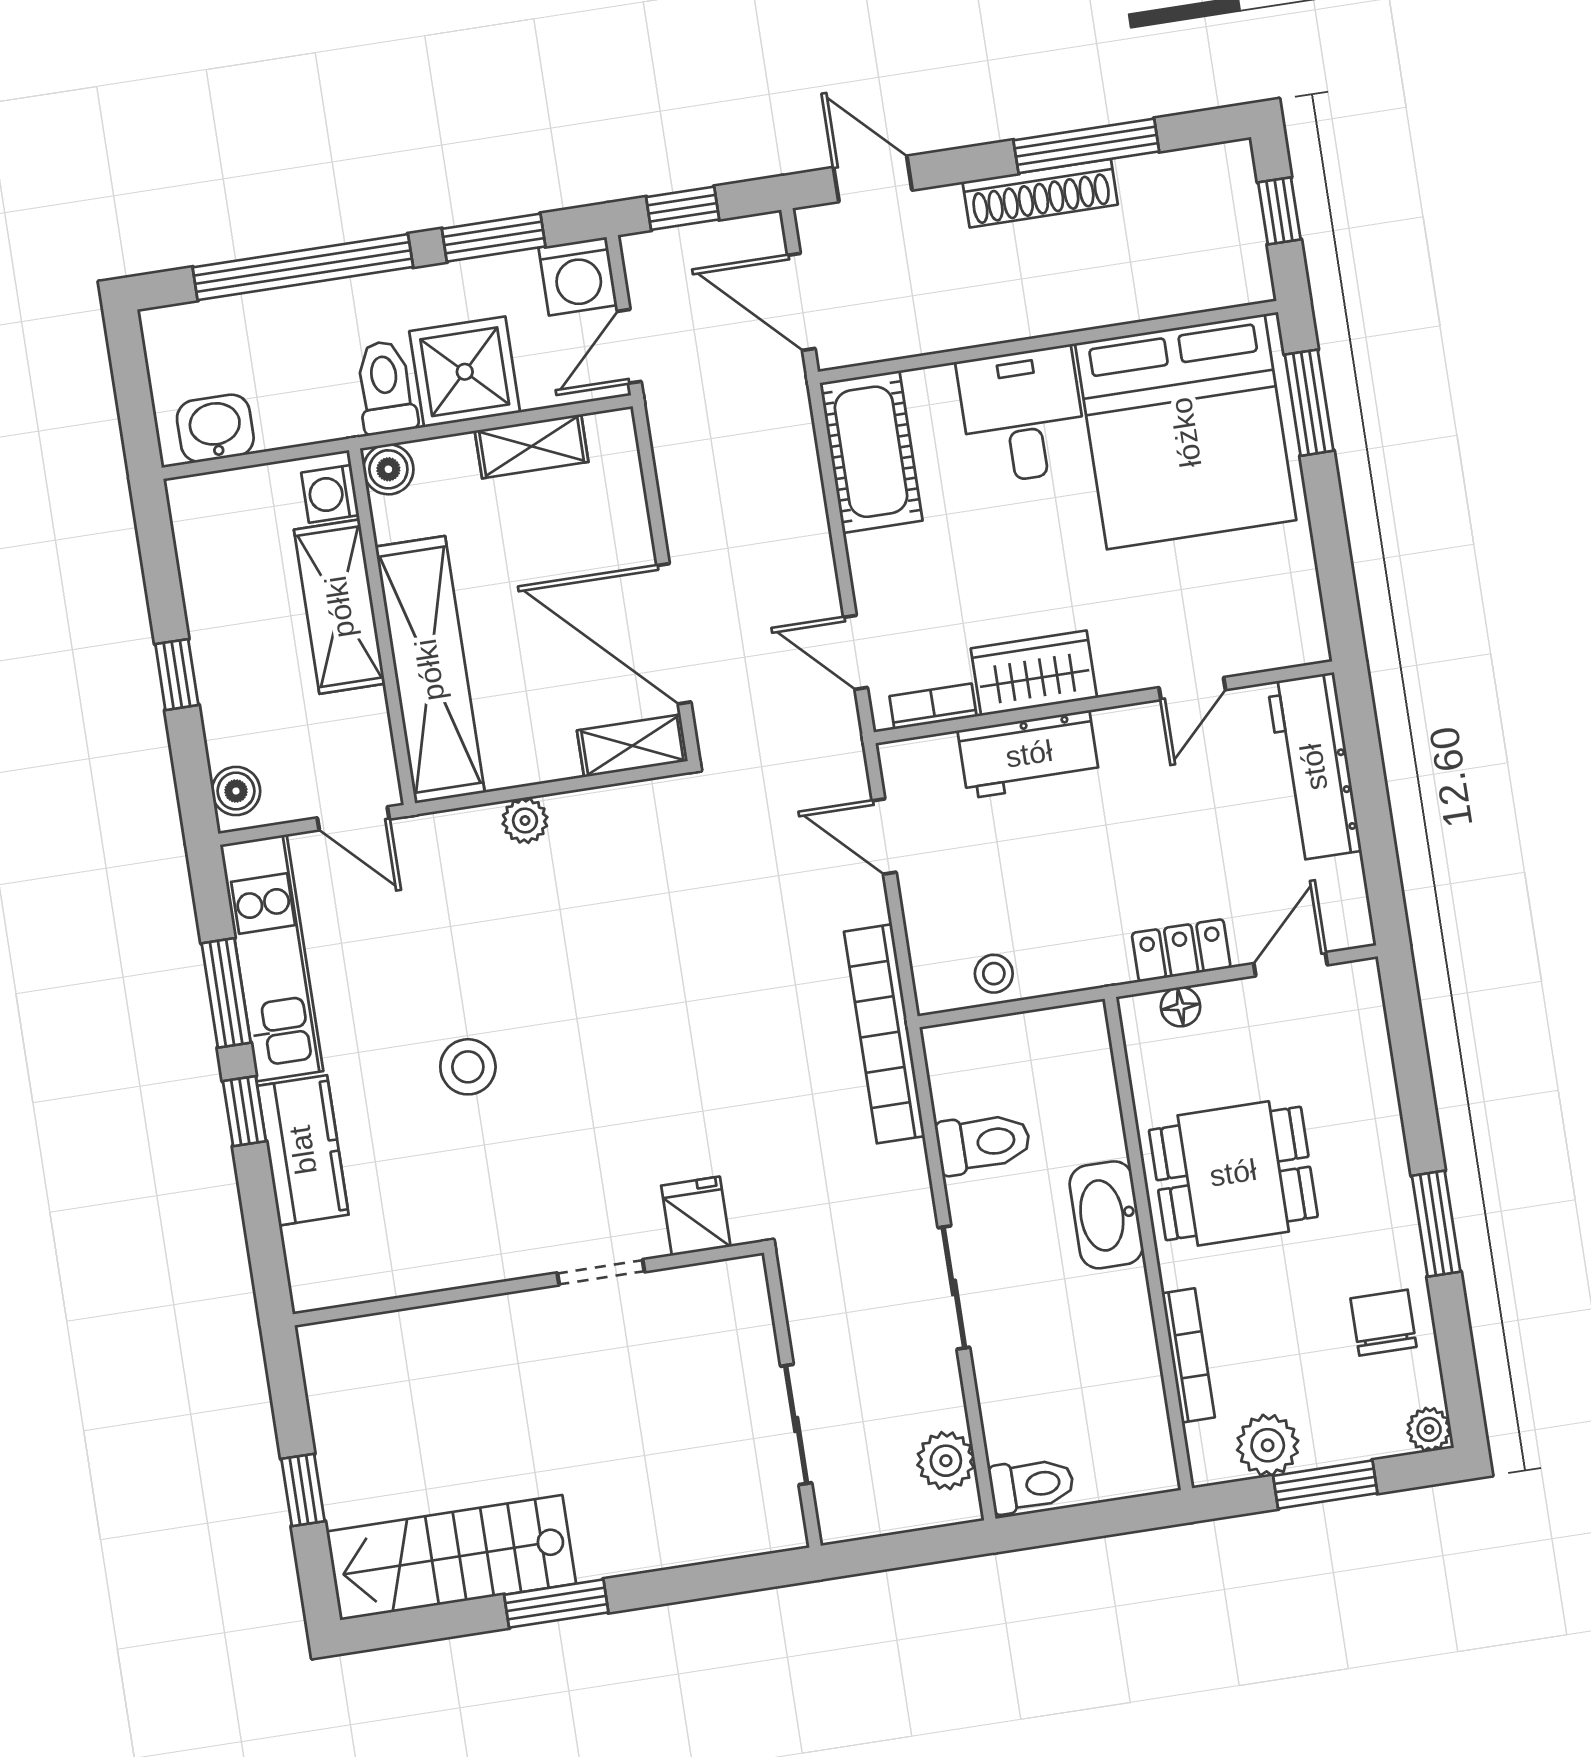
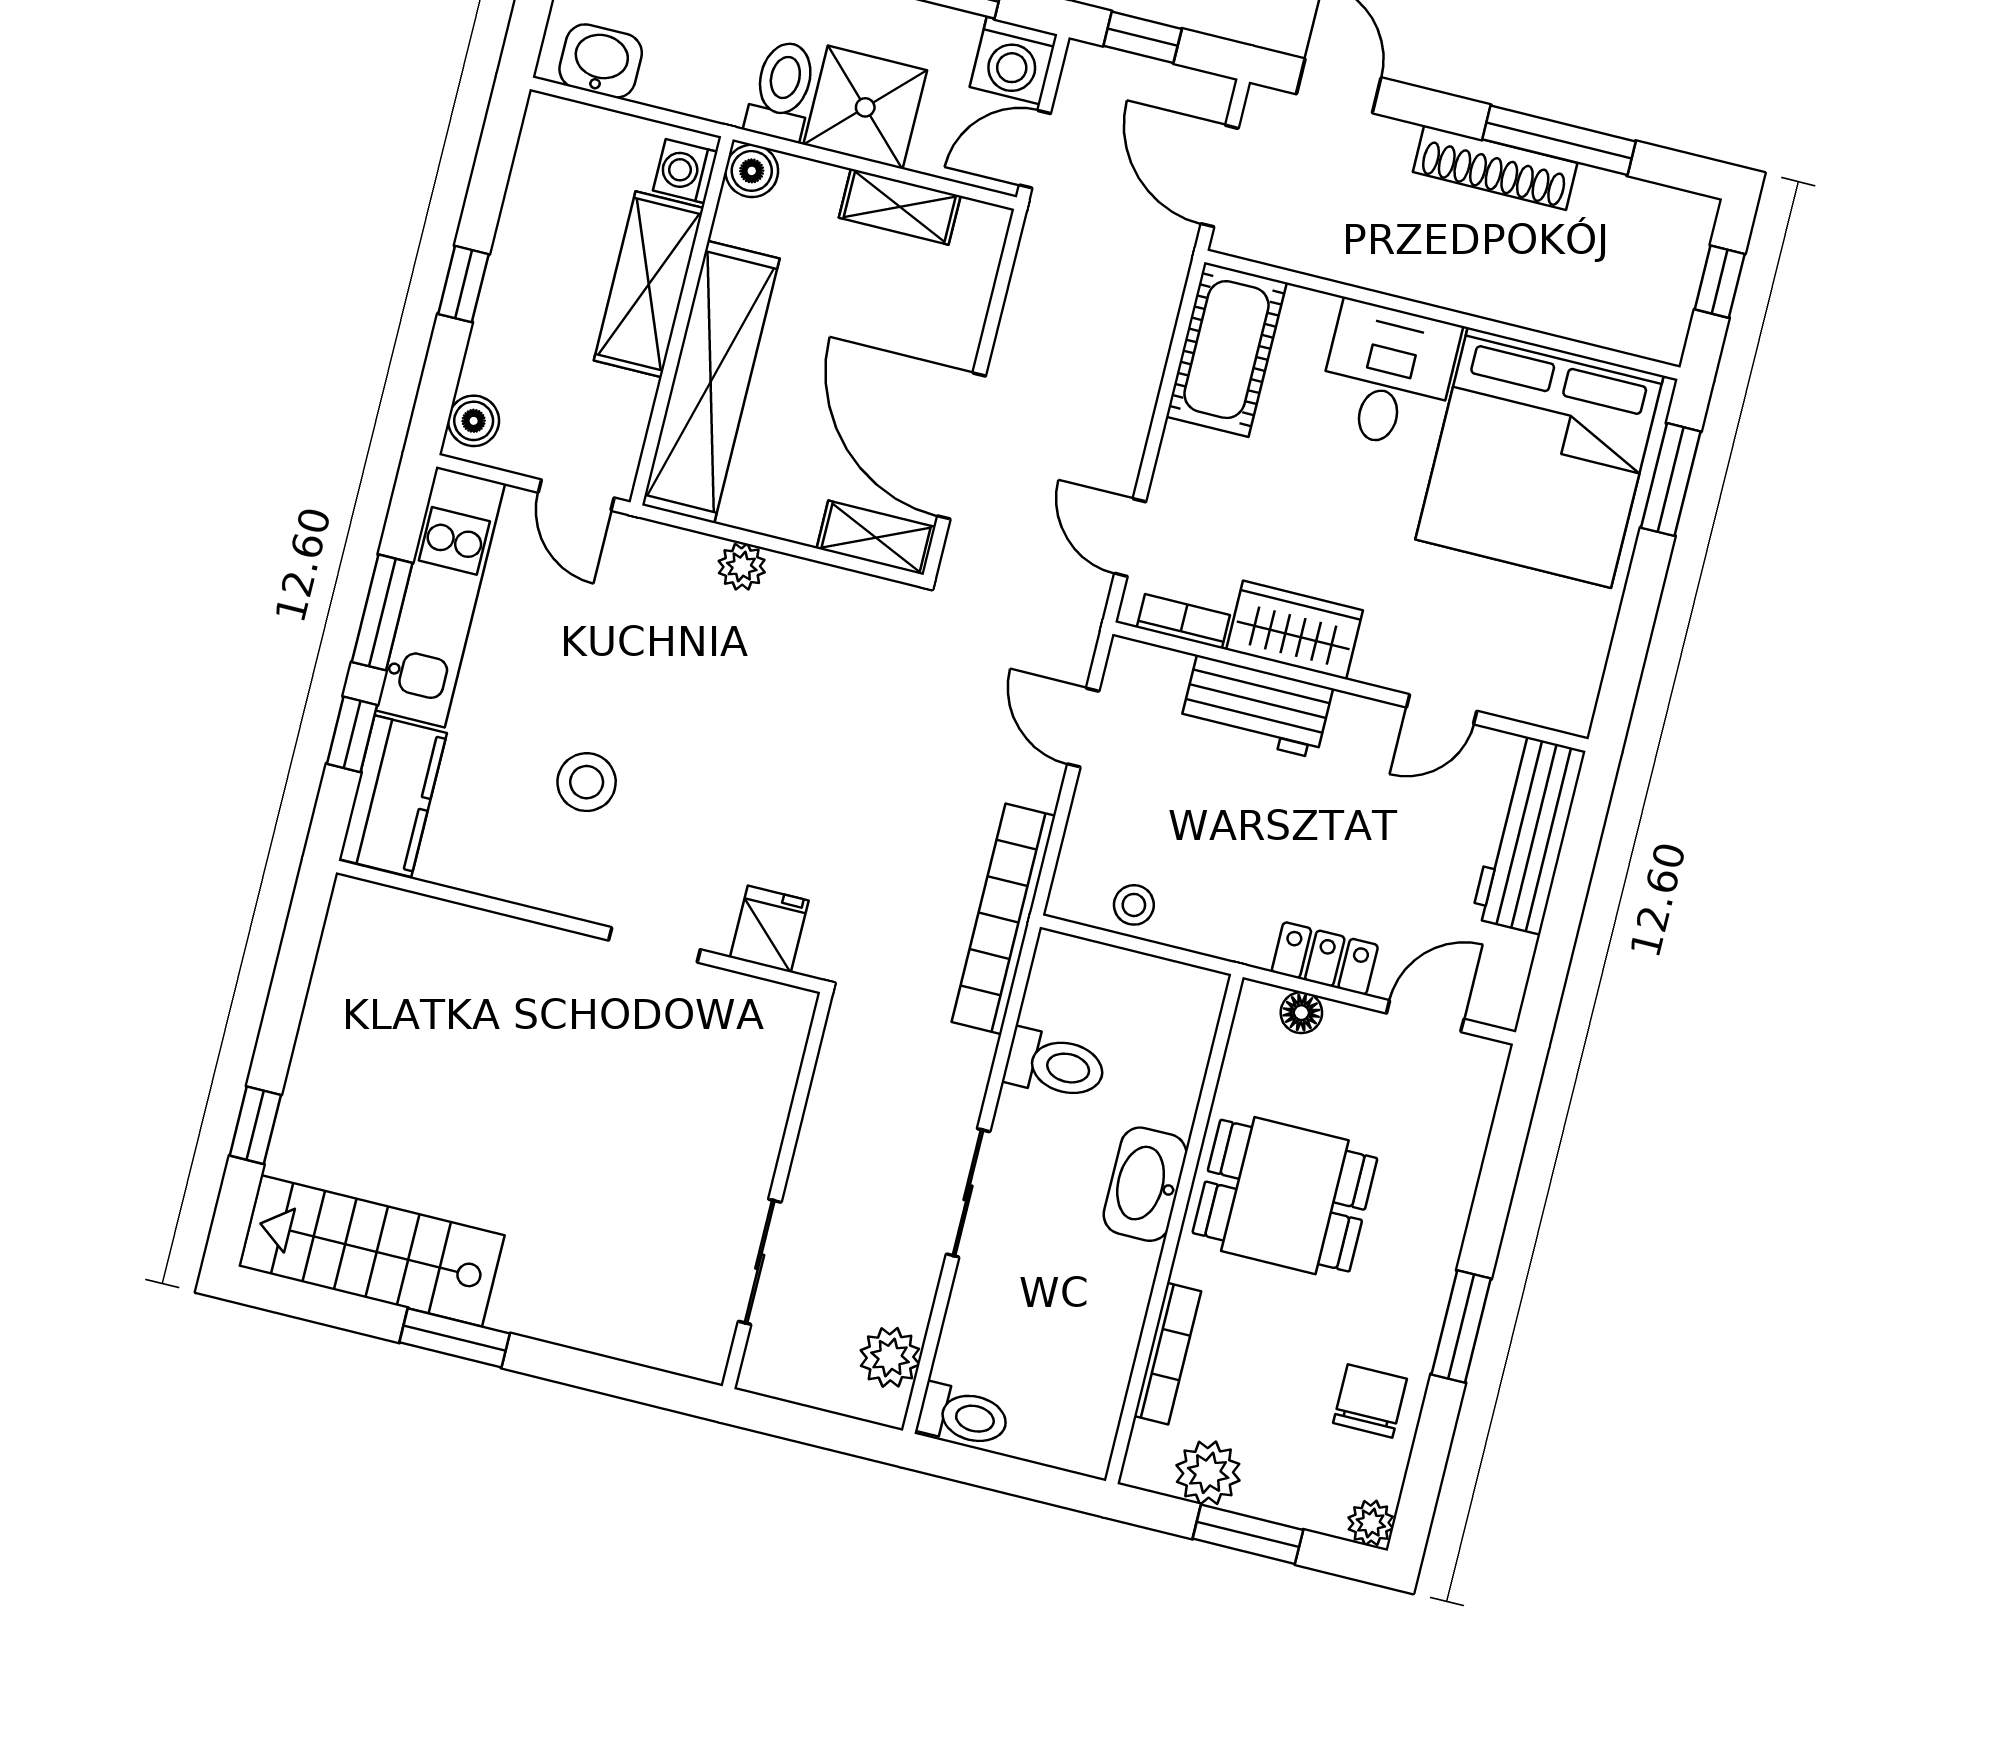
fridge: (696, 1216) -> (769, 929), moved
doorway: (601, 1272) -> (654, 945), moved
wall: (528, 1284) -> (580, 926), moved

